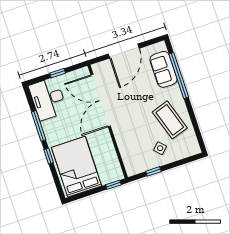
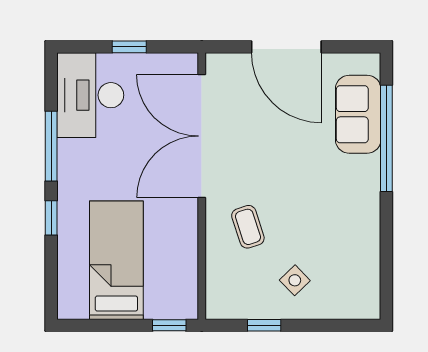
door: (124, 51) -> (286, 47), hinge flipped
coffee table: (170, 120) -> (248, 227), moved, width x0.54, depth x0.58
bed: (76, 167) -> (116, 260), width x0.67

